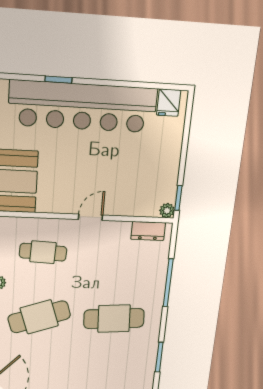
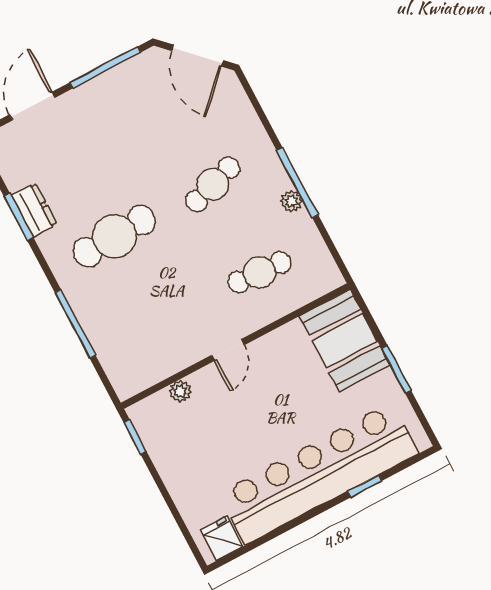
plant: (167, 211) -> (180, 391), moved
dresser: (148, 231) -> (34, 210), moved, turned 90
cafe table: (39, 317) -> (213, 184), width x0.73, depth x0.74

